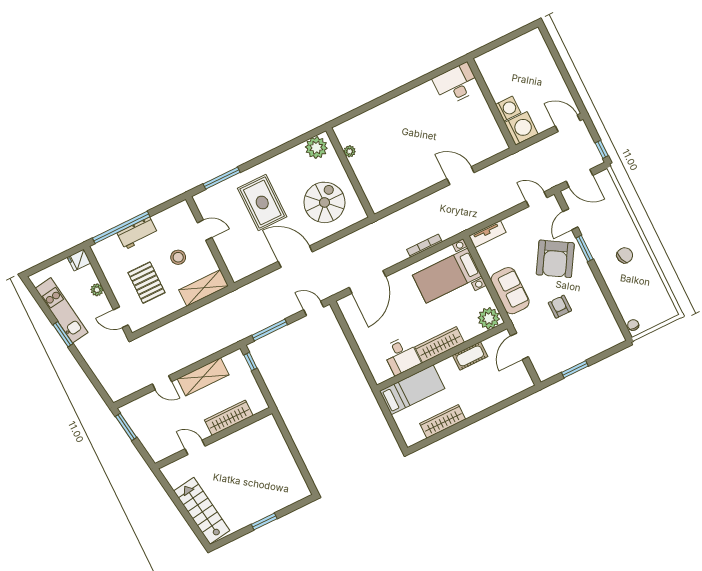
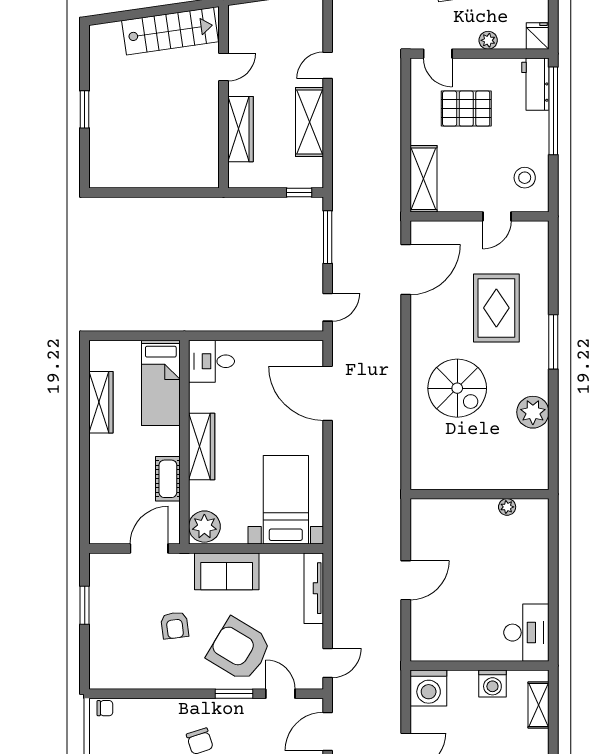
shelving: (498, 54) -> (539, 705), added
washing machine: (508, 109) -> (492, 684), moved
plant: (350, 151) -> (507, 507), moved
wall: (350, 173) -> (480, 494), moved
window: (222, 178) -> (553, 342), moved
rug: (262, 203) -> (496, 308), turned 90
workbench: (137, 233) -> (535, 84), moved
tv unit: (487, 234) -> (314, 588), width x1.41
bookcase: (424, 246) -> (338, 490), removed
stool: (178, 257) -> (525, 178), moved
door: (295, 257) -> (406, 269), moved
armchair: (560, 307) -> (175, 625), turned 83
door: (121, 317) -> (438, 54), swing flipped
door: (519, 346) -> (149, 548), hinge flipped
desk: (401, 356) -> (212, 361), moved
stairs: (202, 511) -> (170, 31), moved

